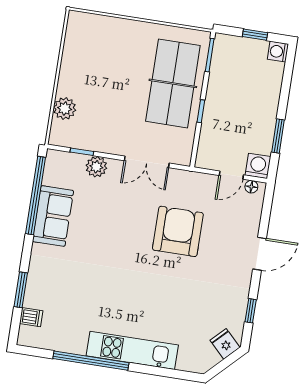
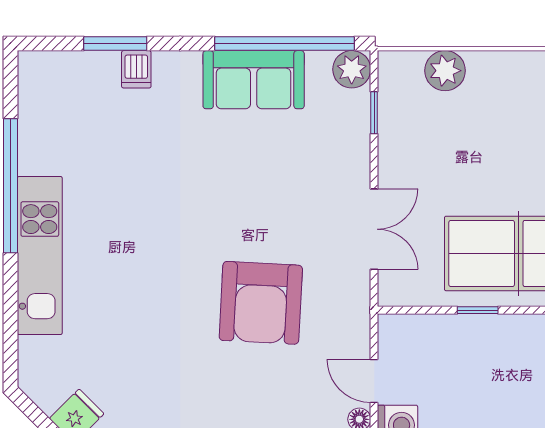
double door: (147, 162) -> (374, 229), swing flipped
plant: (96, 167) -> (352, 69), moved
armchair: (178, 231) -> (261, 303), turned 93
dishwasher: (31, 317) -> (136, 69), moved

